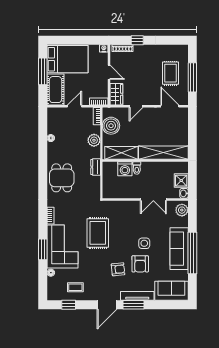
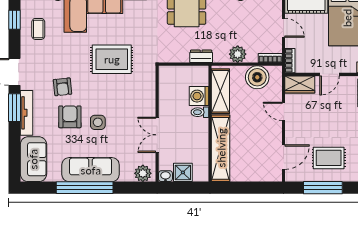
armchair: (140, 264) -> (70, 117), turned 90

